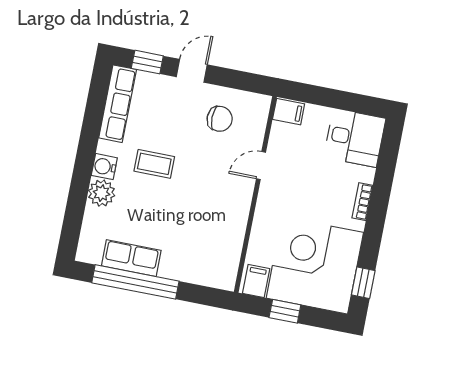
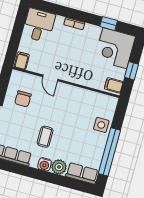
chair: (220, 119) -> (23, 99), turned 180
row of seats: (131, 258) -> (82, 173), moved, turned 90
side table: (183, 264) -> (101, 125), added
corner desk: (315, 265) -> (115, 48), width x0.74, depth x0.74
window: (363, 283) -> (109, 24), moved

